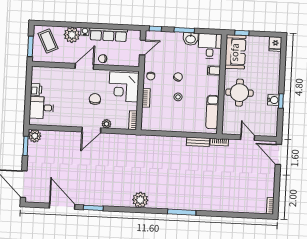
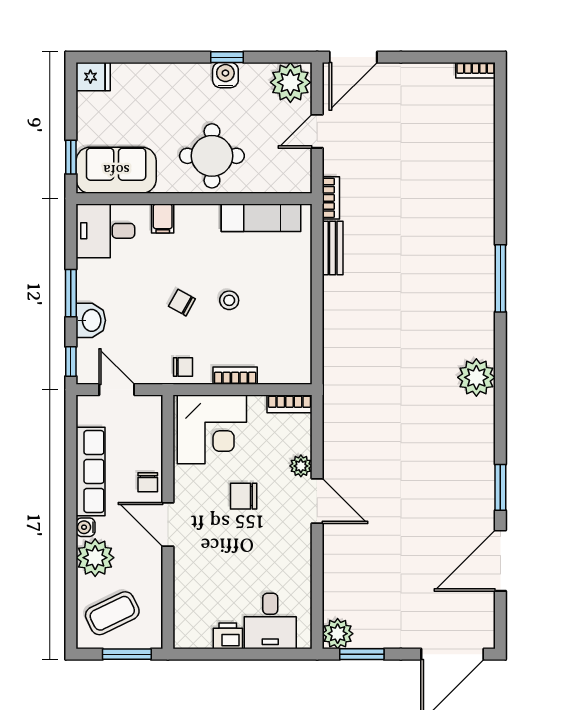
washbasin: (191, 39) -> (91, 320), moved
plant: (269, 127) -> (290, 82), added

